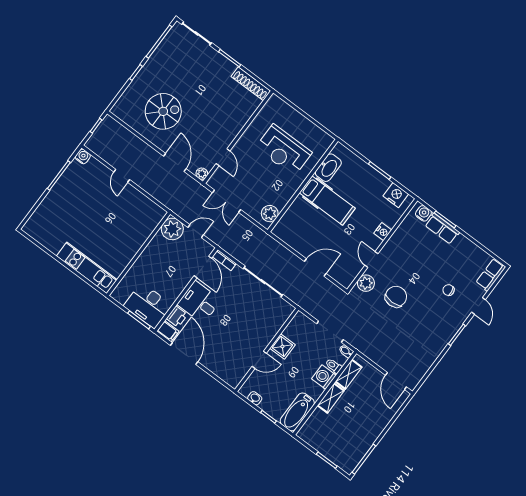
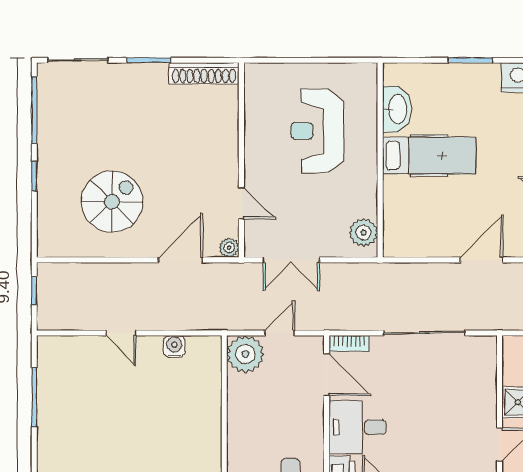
reception desk: (284, 150) -> (317, 131), turned 90
water cooler: (83, 156) -> (174, 346), moved
door: (175, 162) -> (180, 260), hinge flipped

